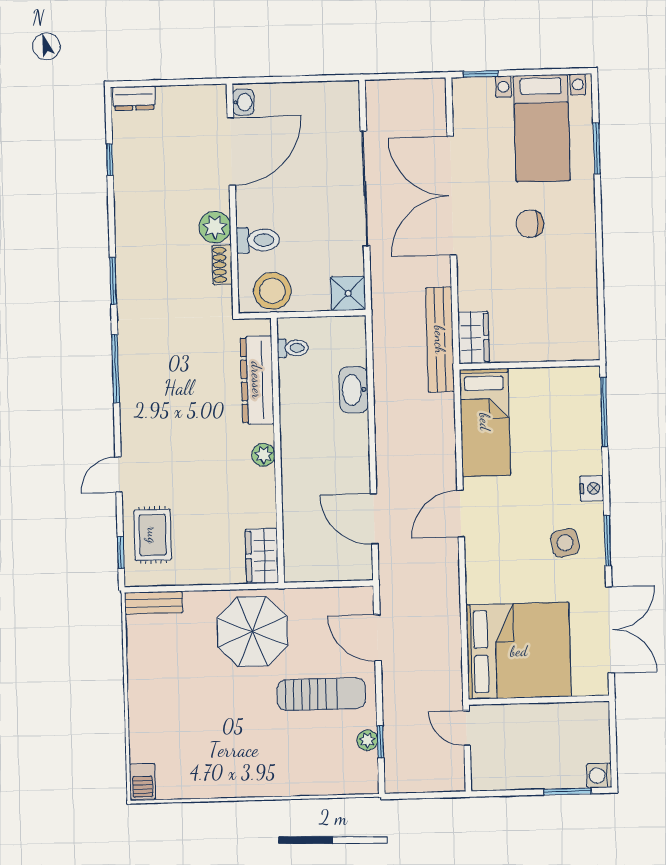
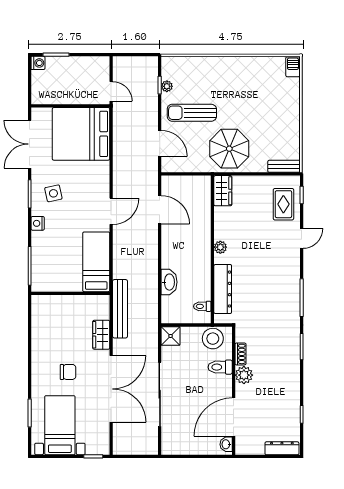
dresser: (134, 98) -> (282, 448), width x1.44
wardrobe: (474, 338) -> (101, 335), moved

